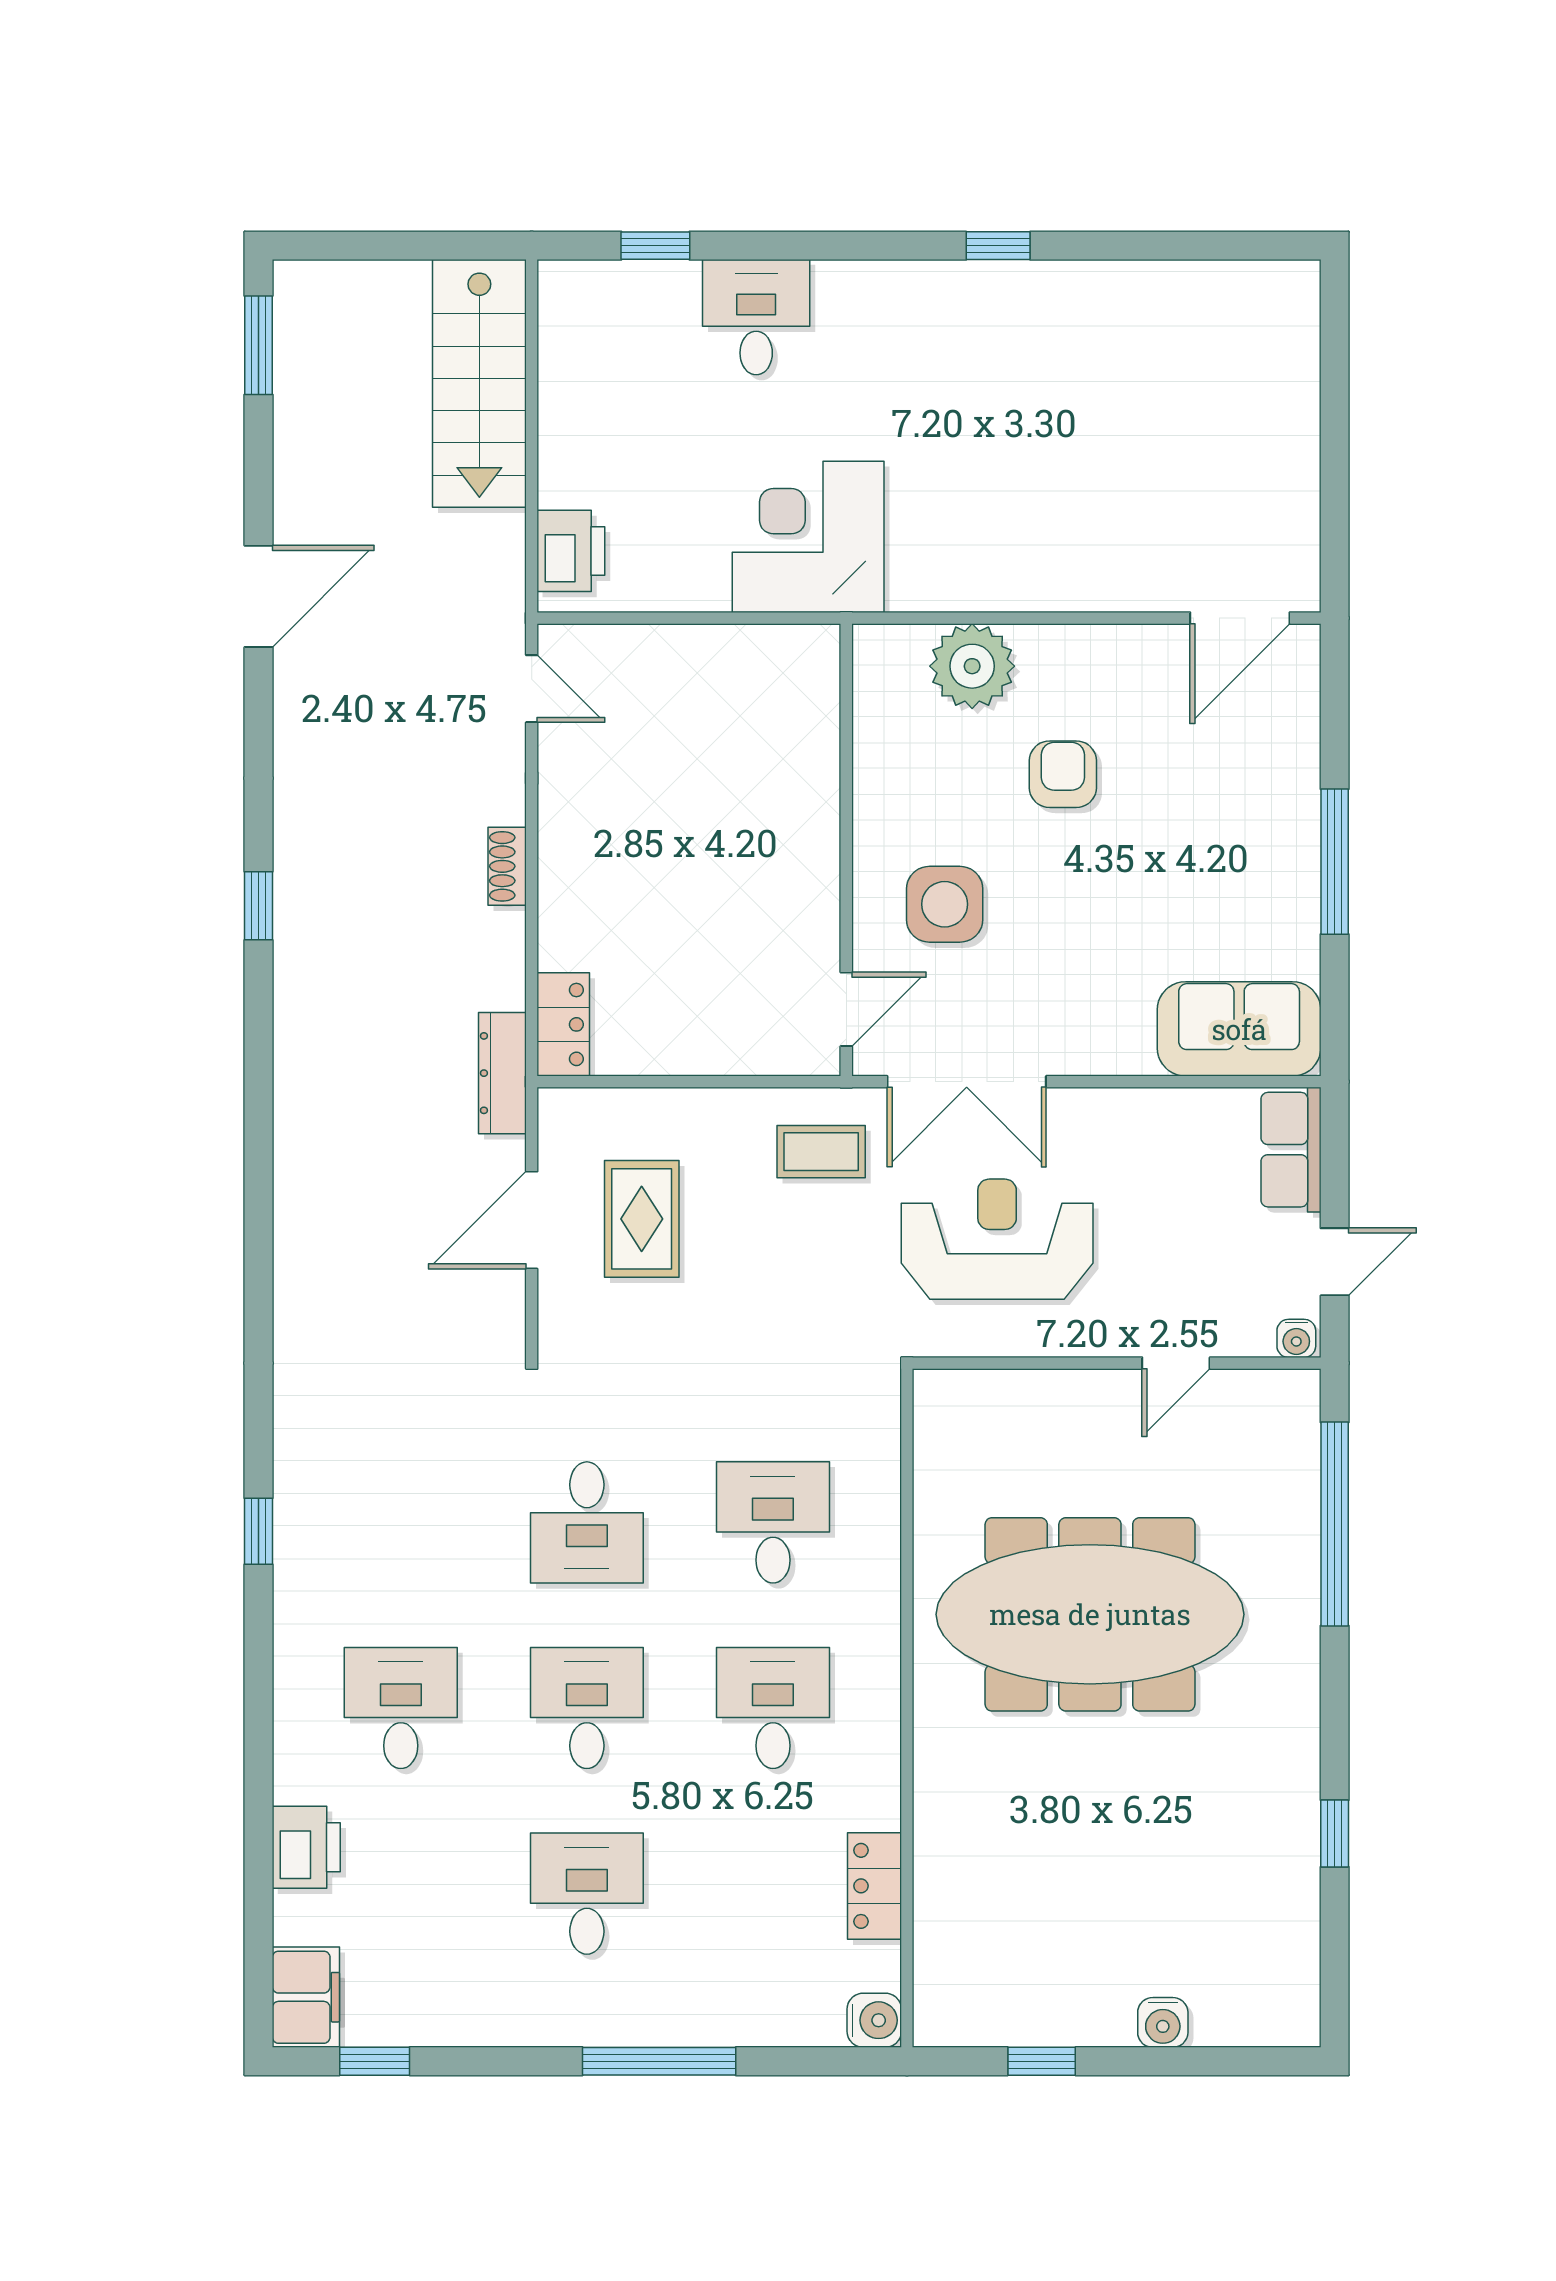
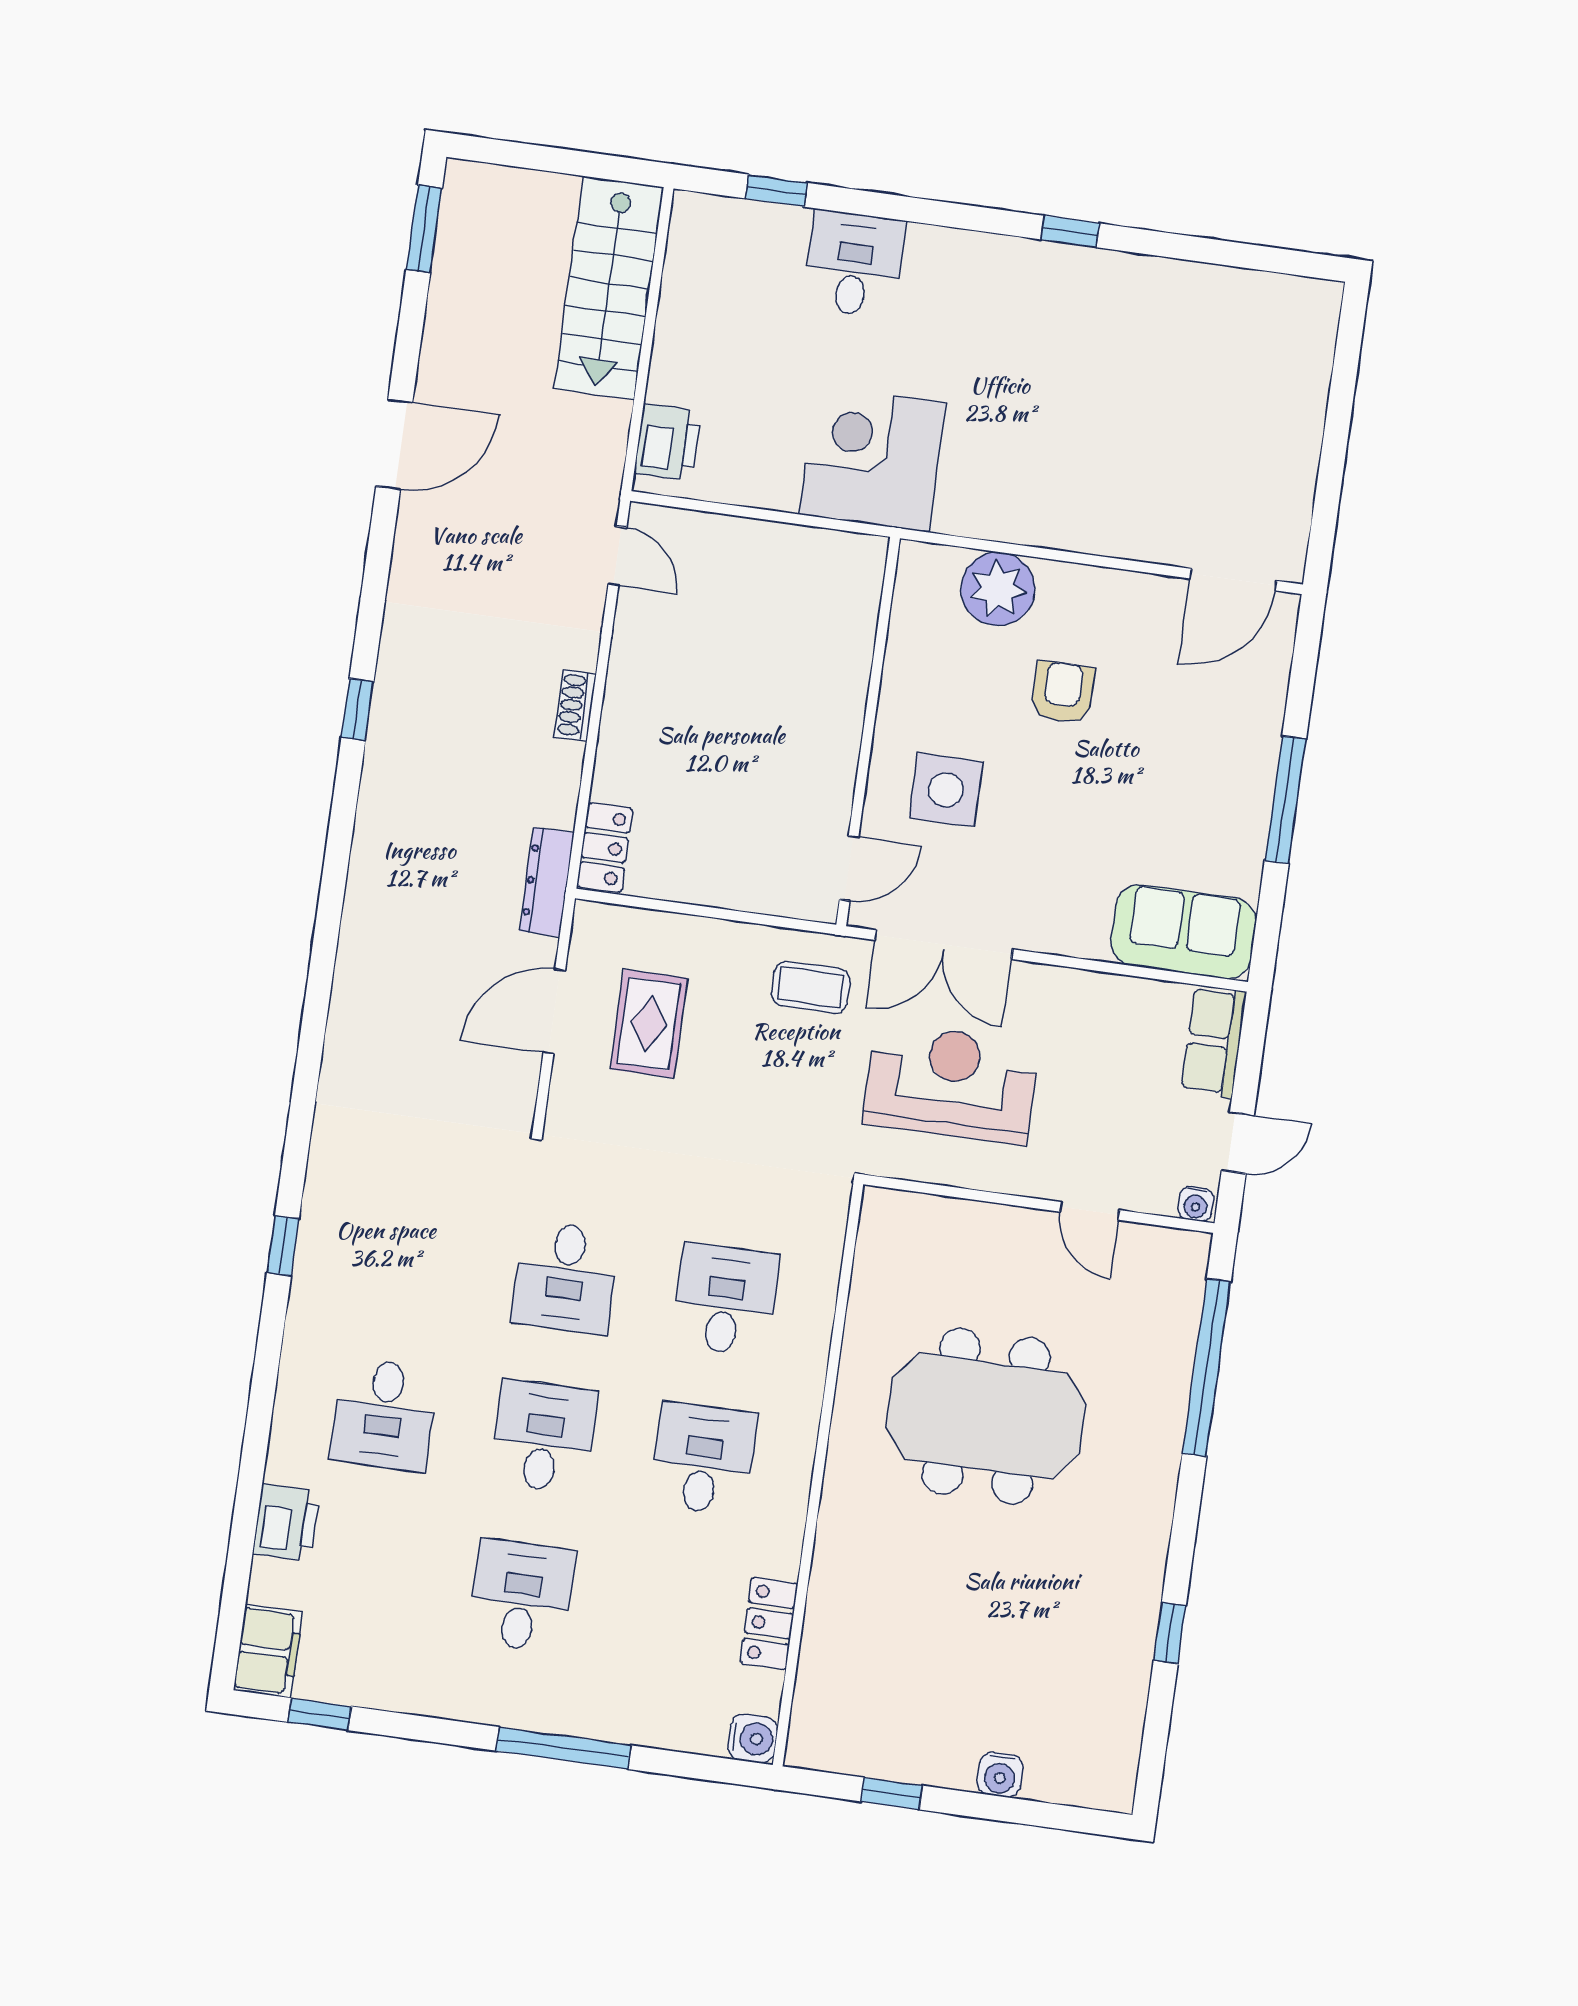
door: (1176, 1363) -> (1090, 1211), hinge flipped
meeting table: (1090, 1614) -> (986, 1416), width x0.73
desk: (401, 1708) -> (384, 1414), turned 180

